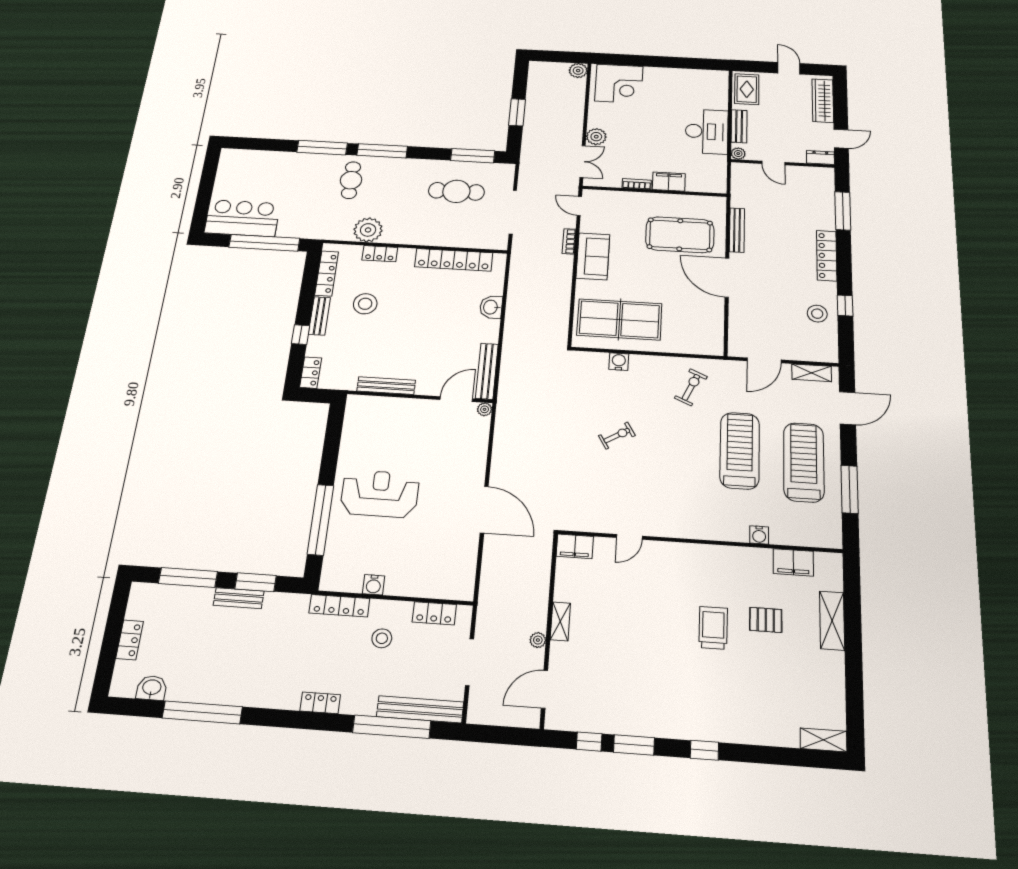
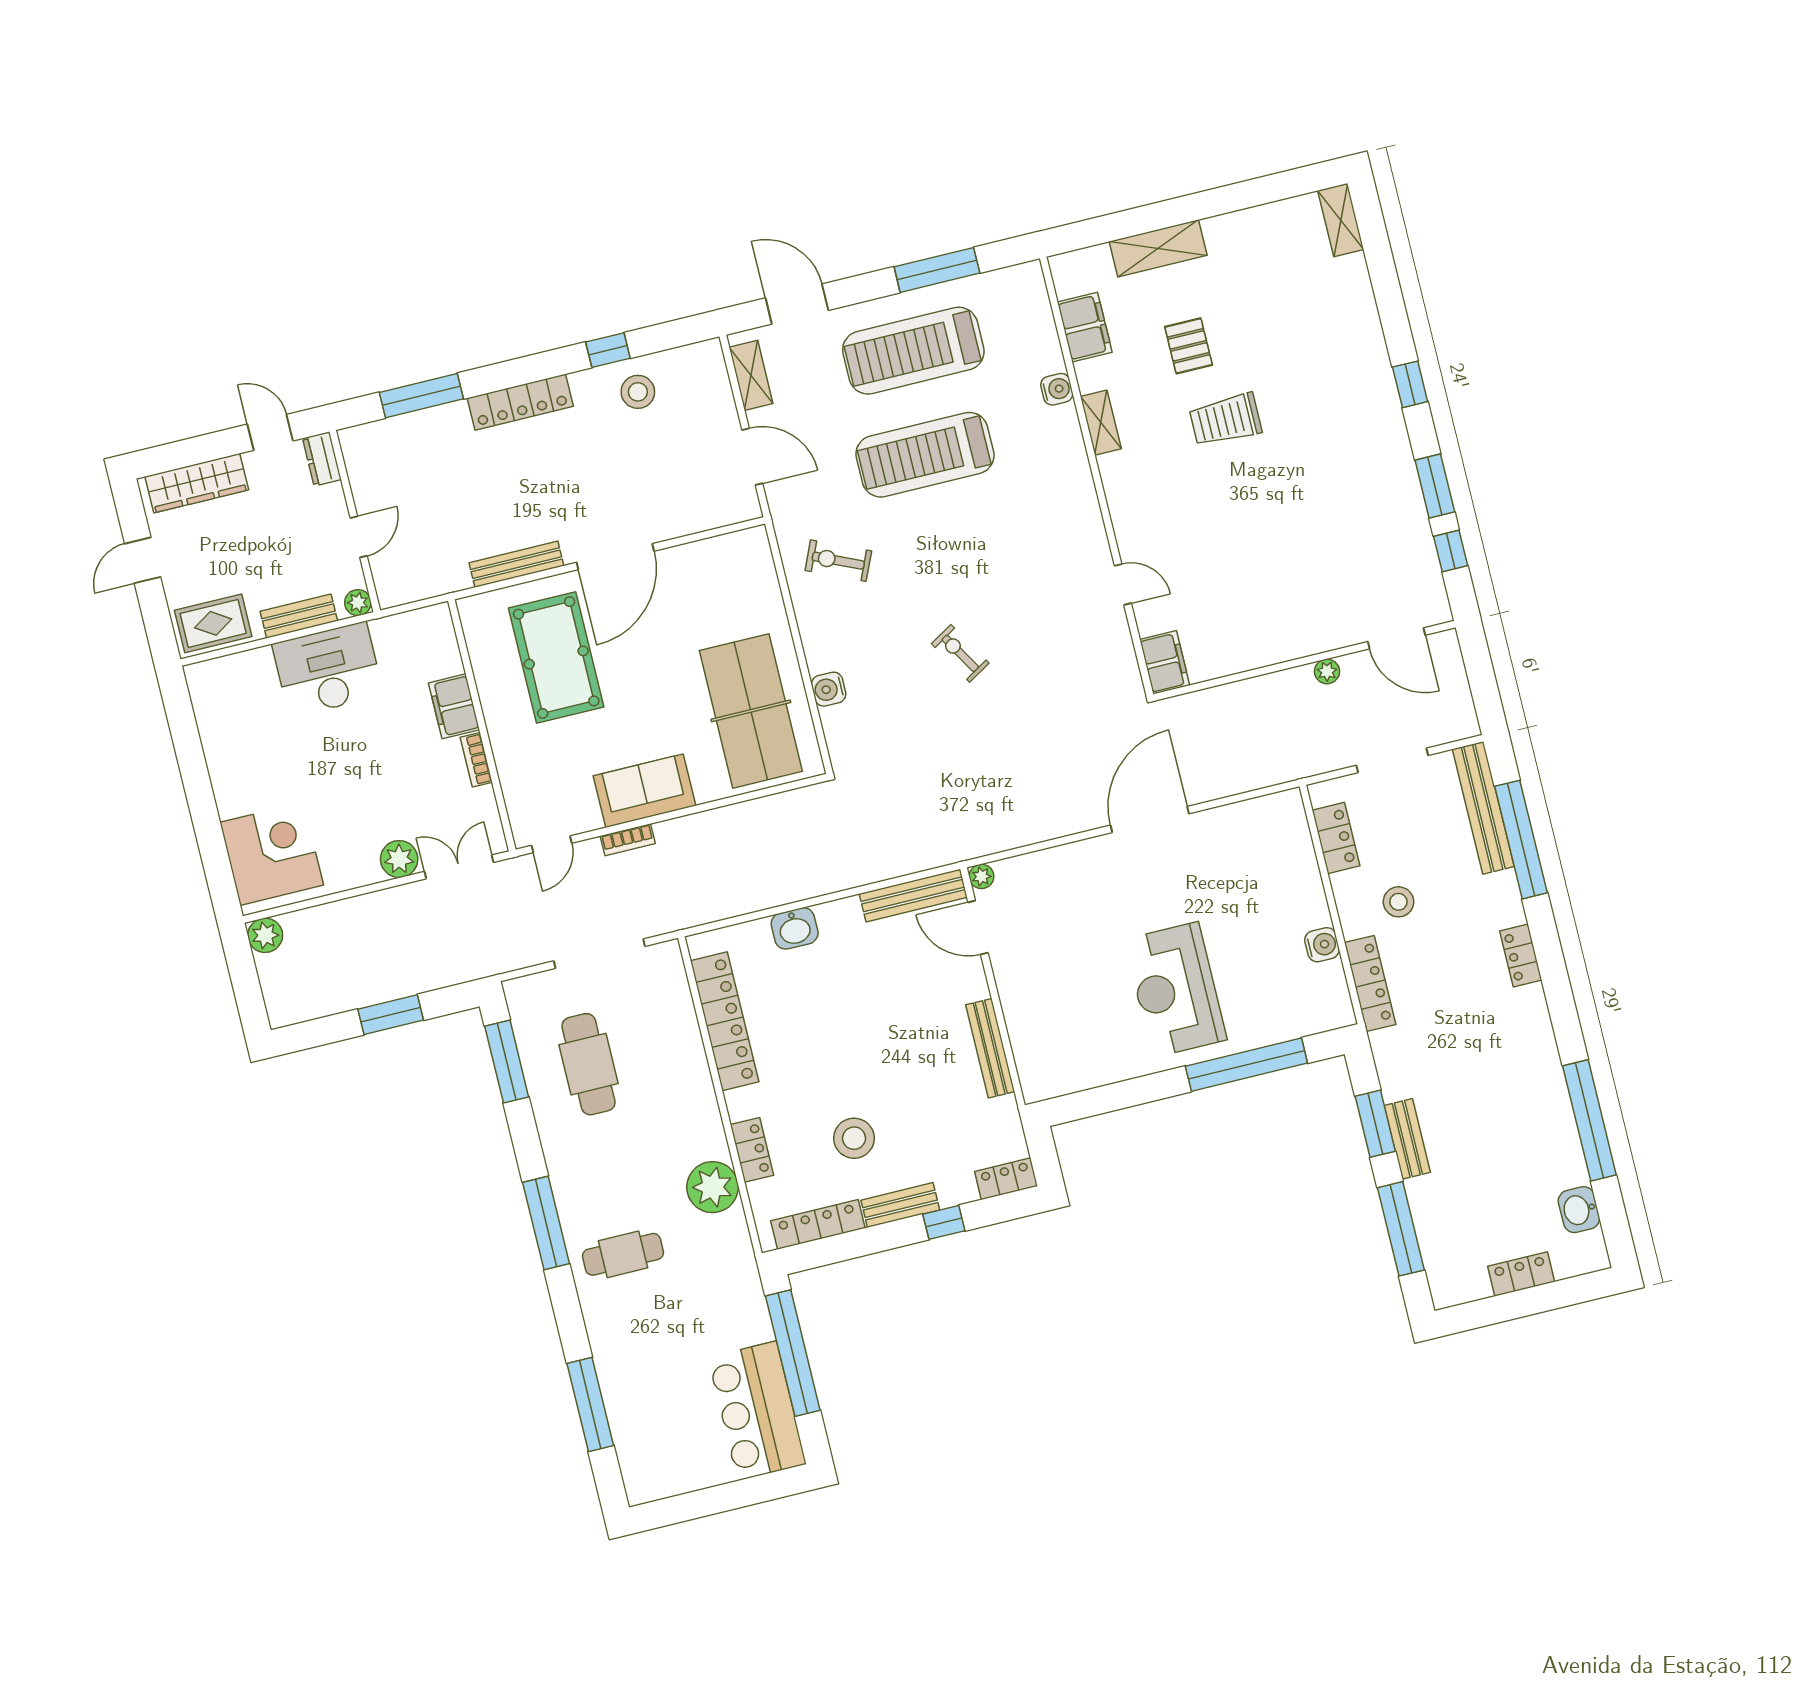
window: (322, 148) -> (590, 1404), moved
shelving: (560, 621) -> (1101, 423), moved, turned 90

